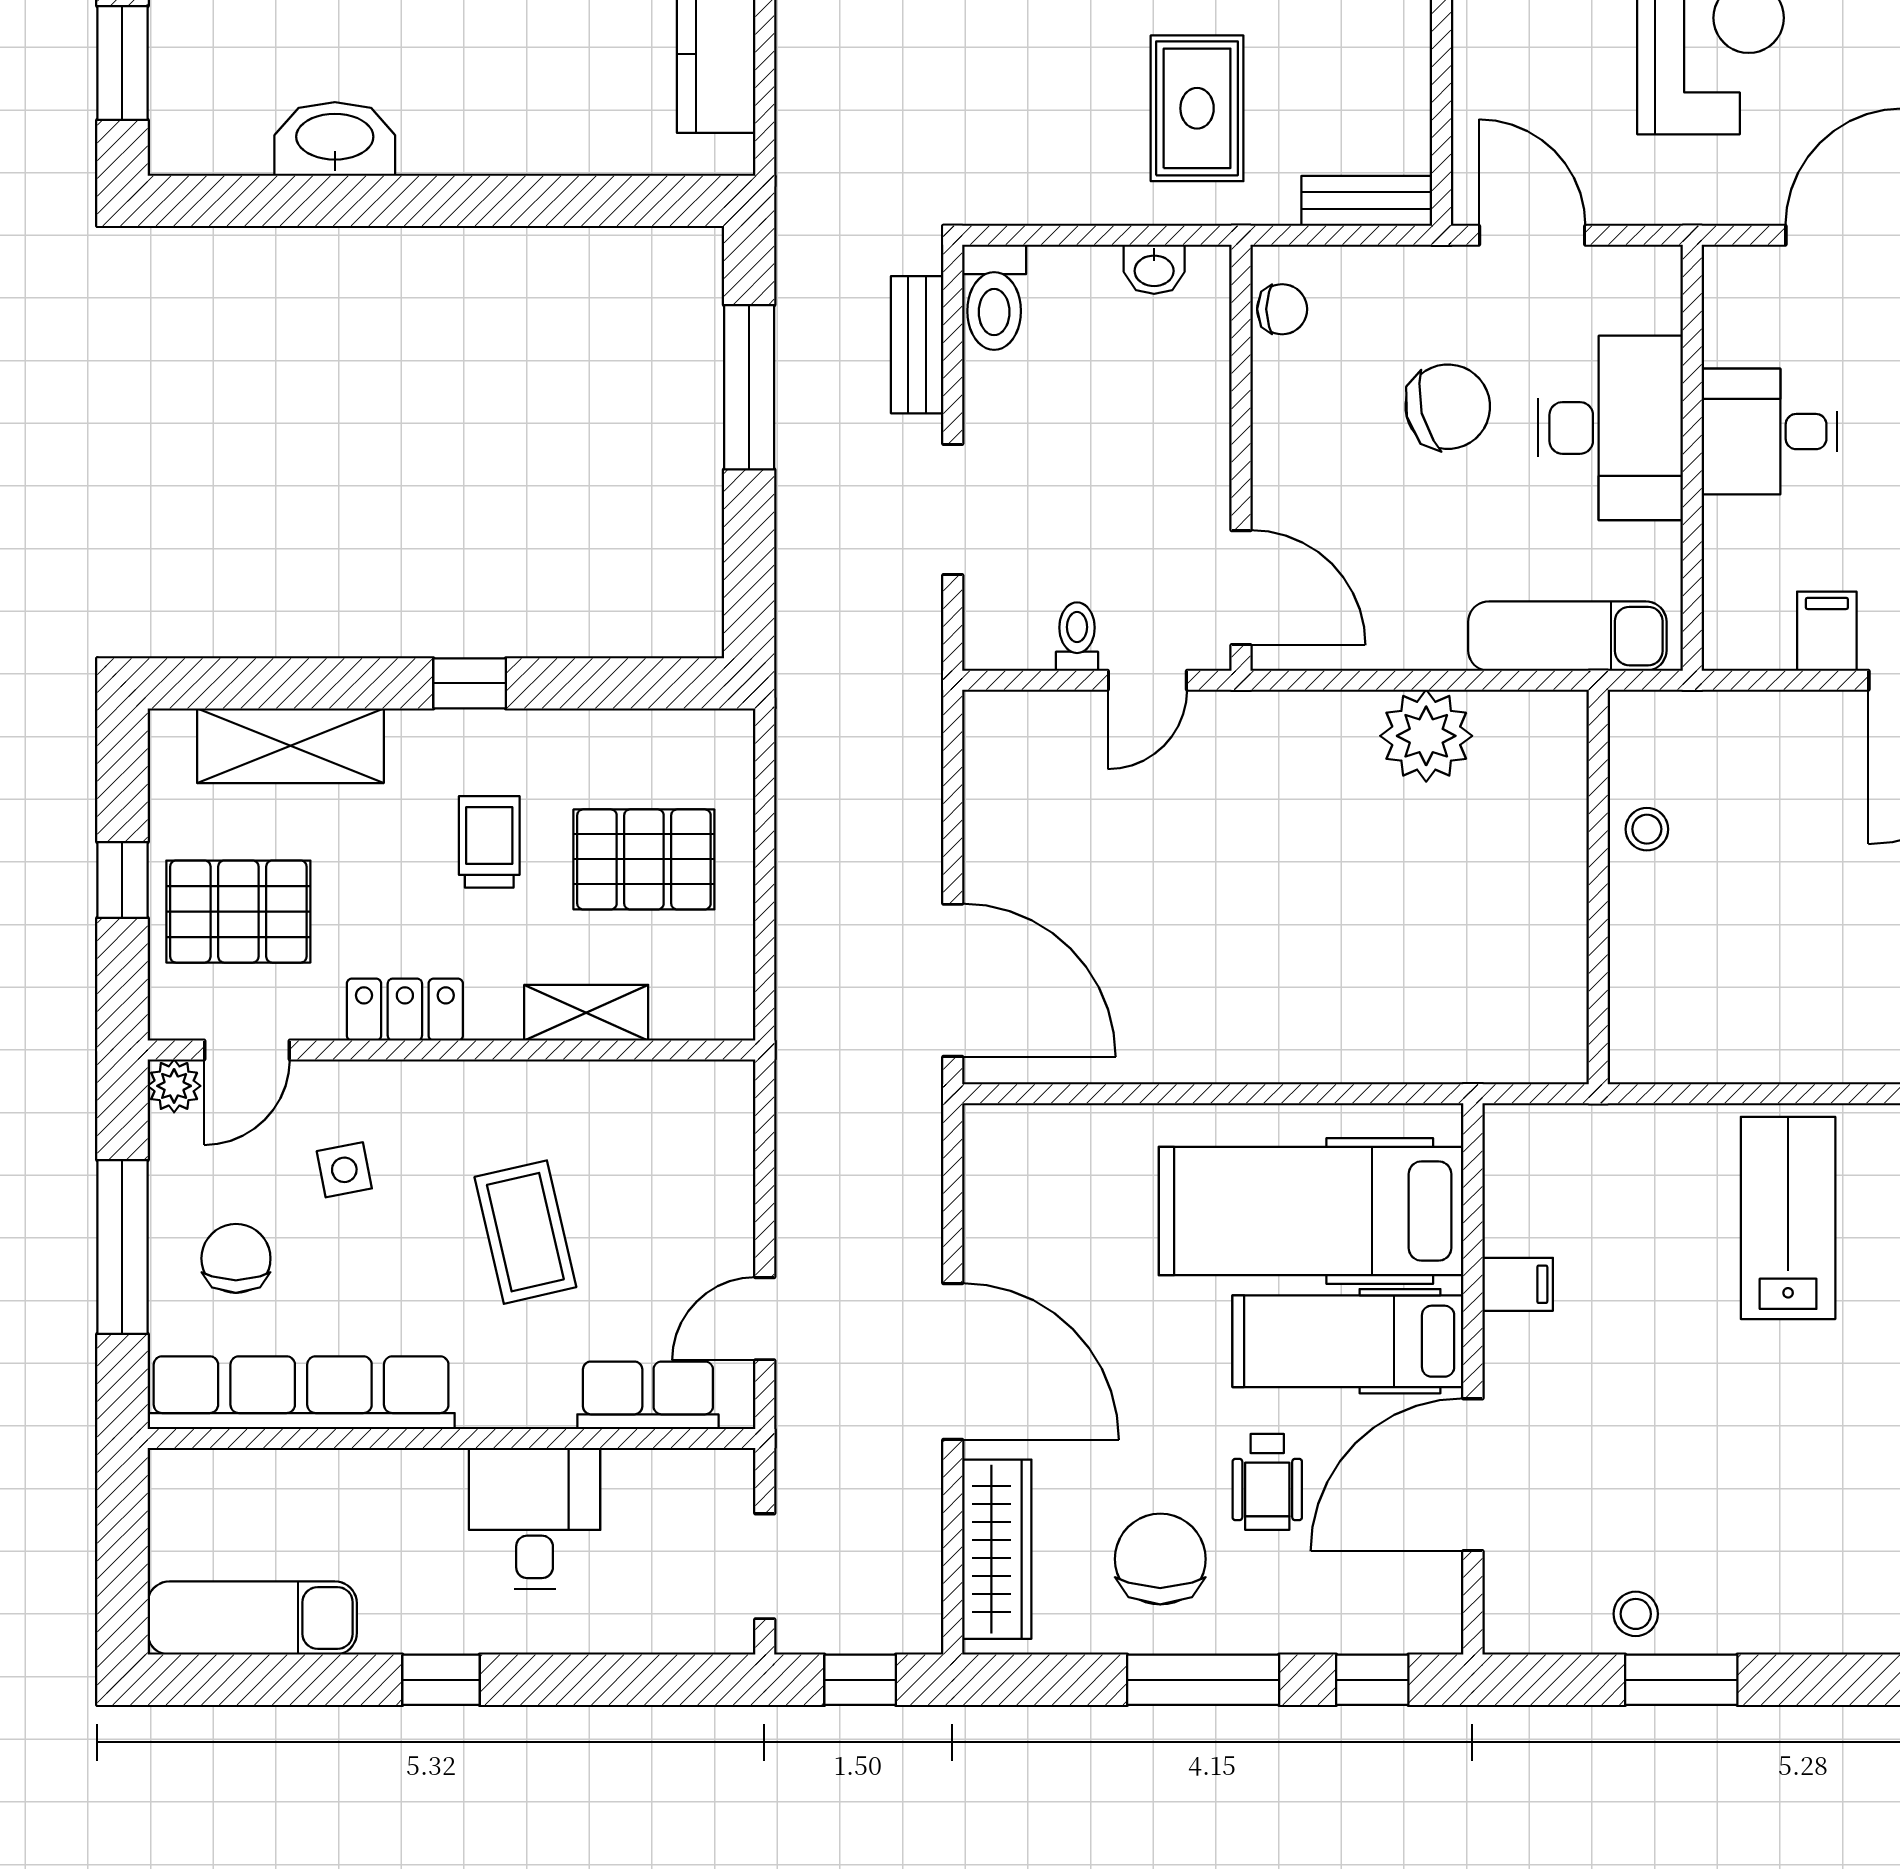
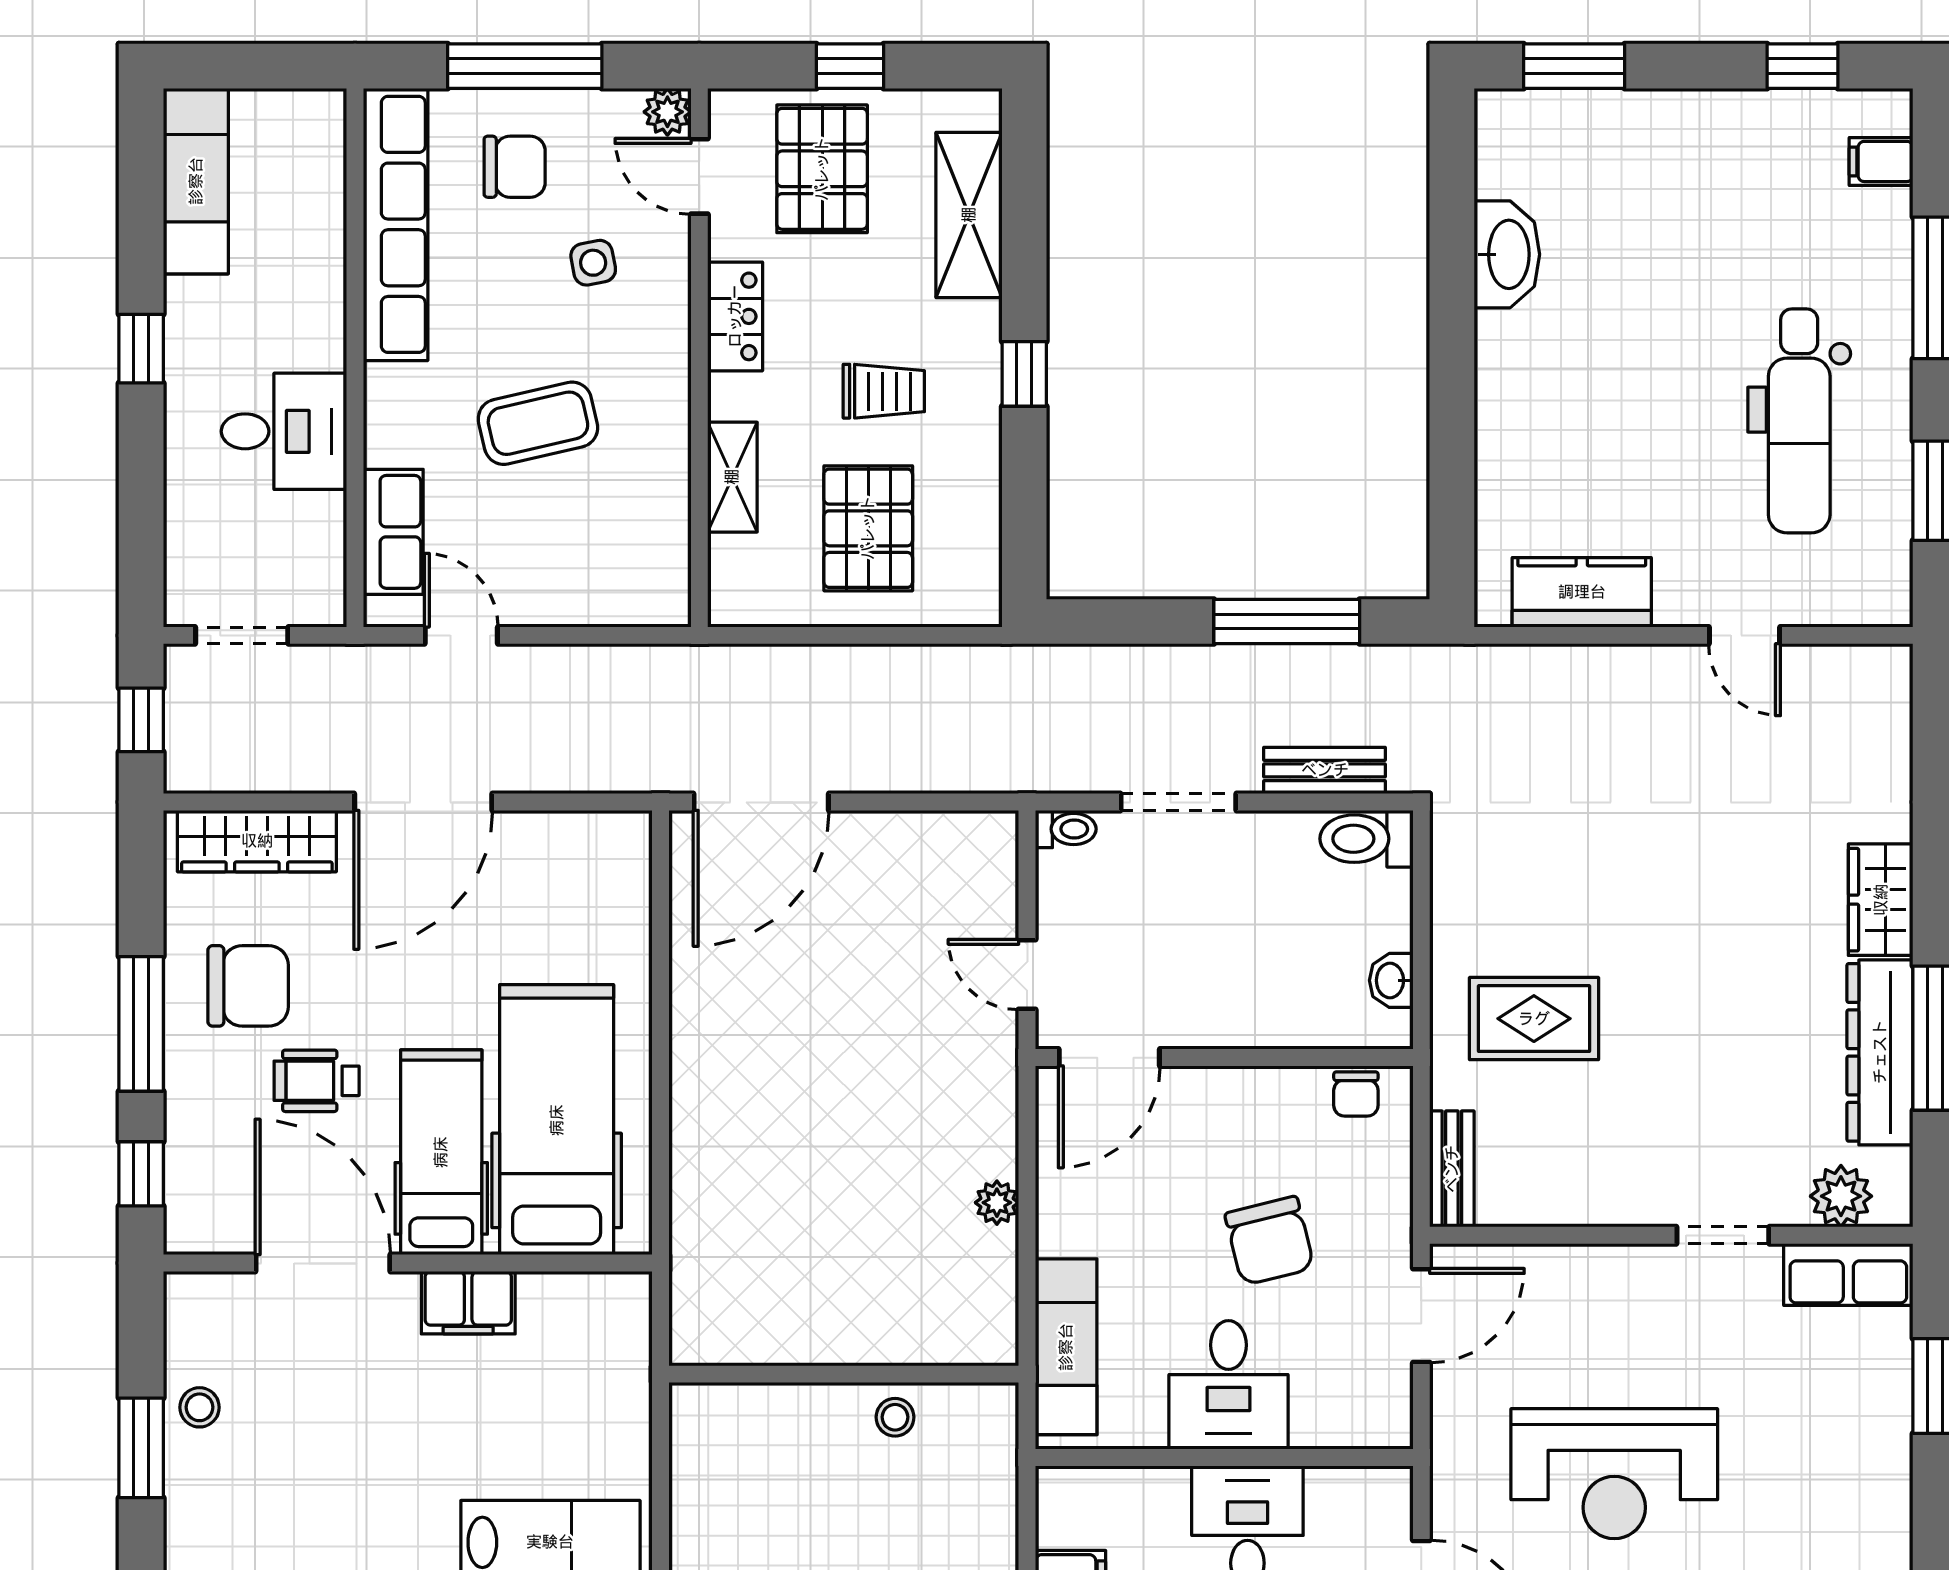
desk: (1610, 428) -> (1229, 1385), width x0.73
toilet: (1077, 637) -> (1066, 829), moved
plant: (1426, 736) -> (997, 1203), width x0.53, depth x0.53
filing cabinet: (1518, 1284) -> (468, 1303), width x2.00

